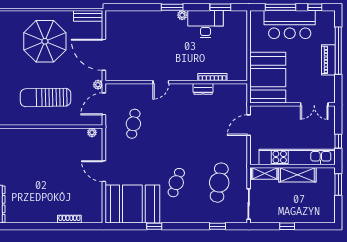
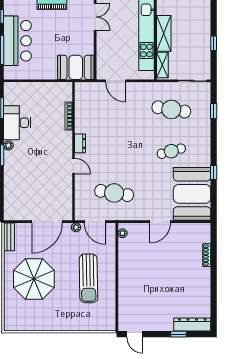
booth: (268, 78) -> (76, 67), width x0.73, depth x0.70
dresser: (203, 89) -> (80, 143), moved
cafe table: (133, 124) -> (114, 193), width x1.37, depth x1.35
cafe table: (176, 183) -> (171, 151), turned -33

